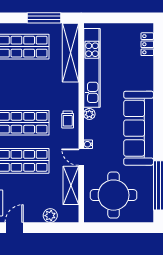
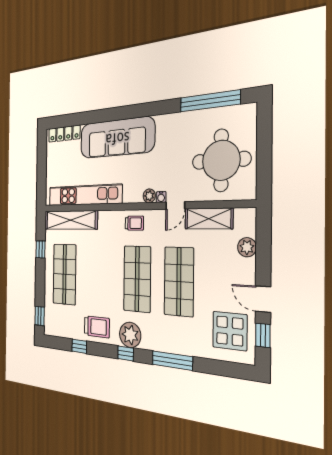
window: (44, 18) -> (41, 249), width x0.46
locker: (147, 44) -> (64, 134), width x1.53
plant: (89, 114) -> (149, 196), moved
sofa: (139, 128) -> (117, 138), moved

